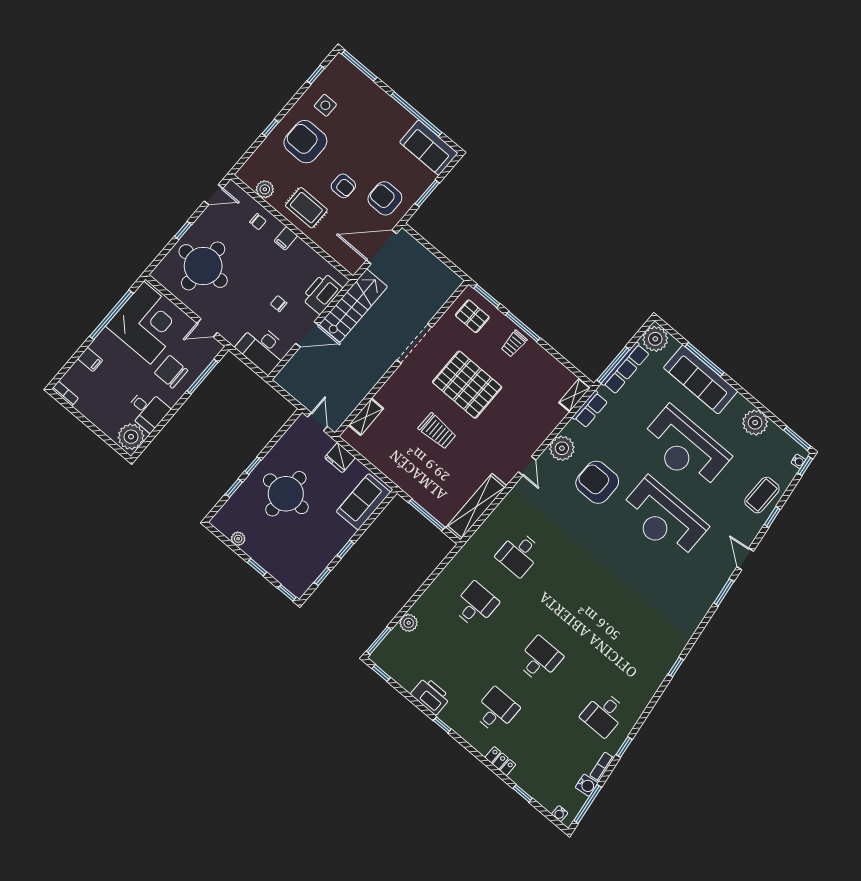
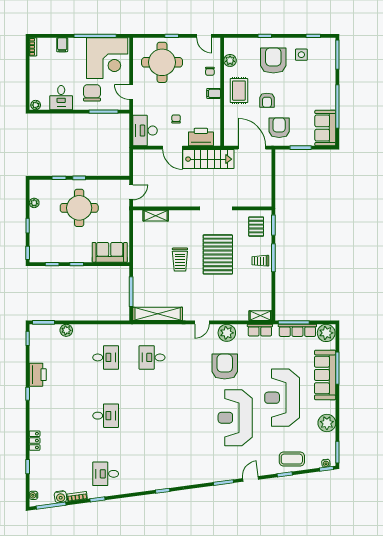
plant: (131, 437) -> (36, 105), width x0.53, depth x0.53
fridge: (340, 458) -> (122, 220), removed
desk: (496, 711) -> (59, 416), removed

